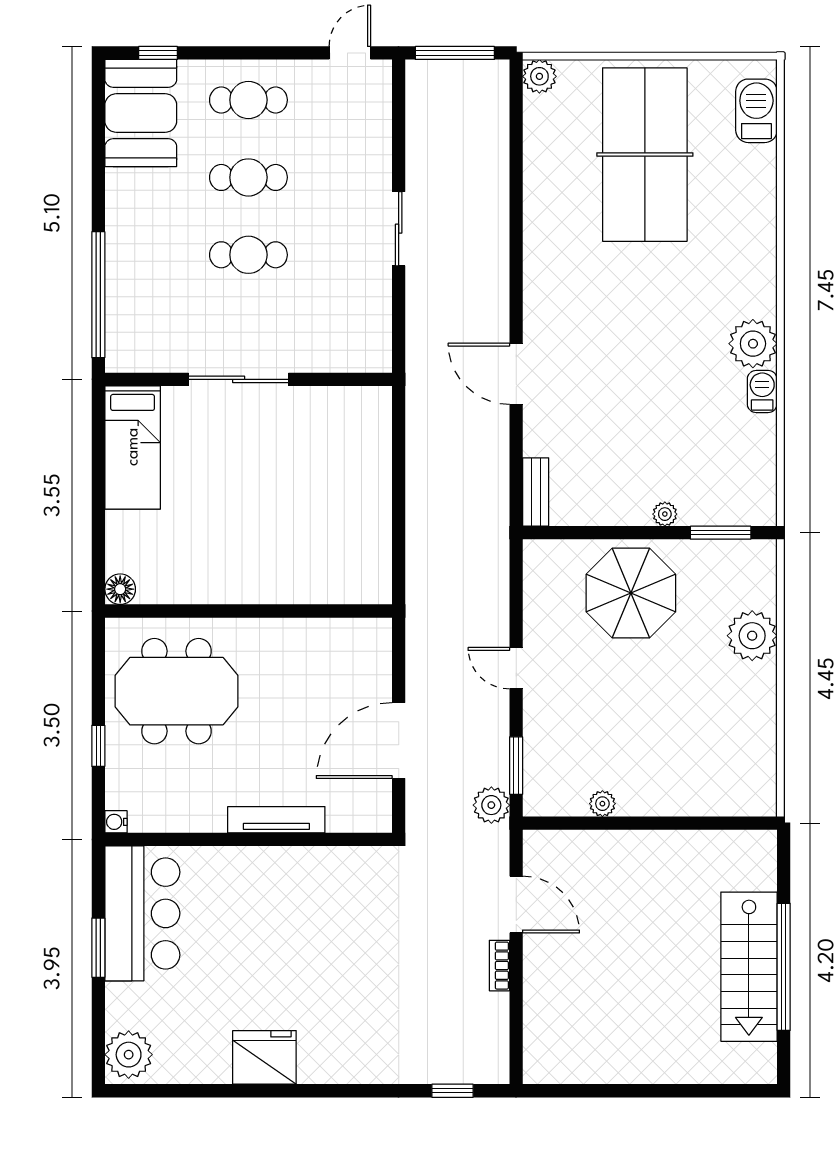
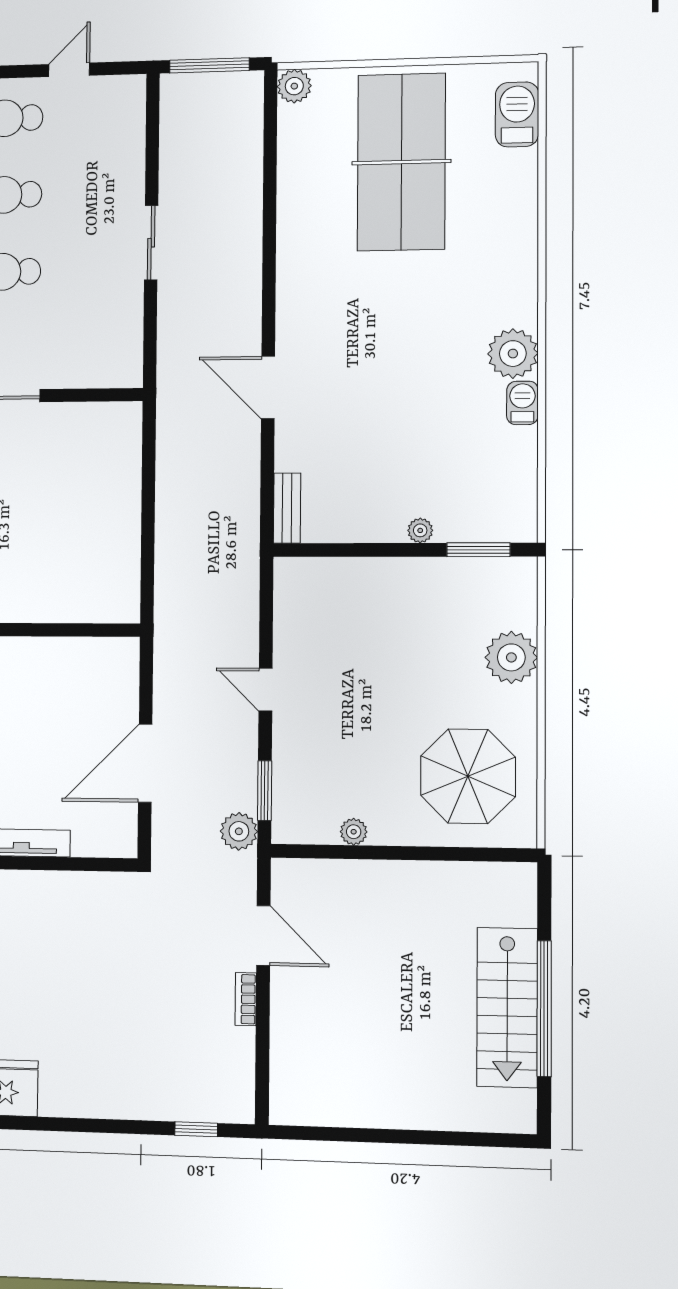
door: (350, 53) -> (69, 70), moved
parasol: (631, 593) -> (468, 776), moved

